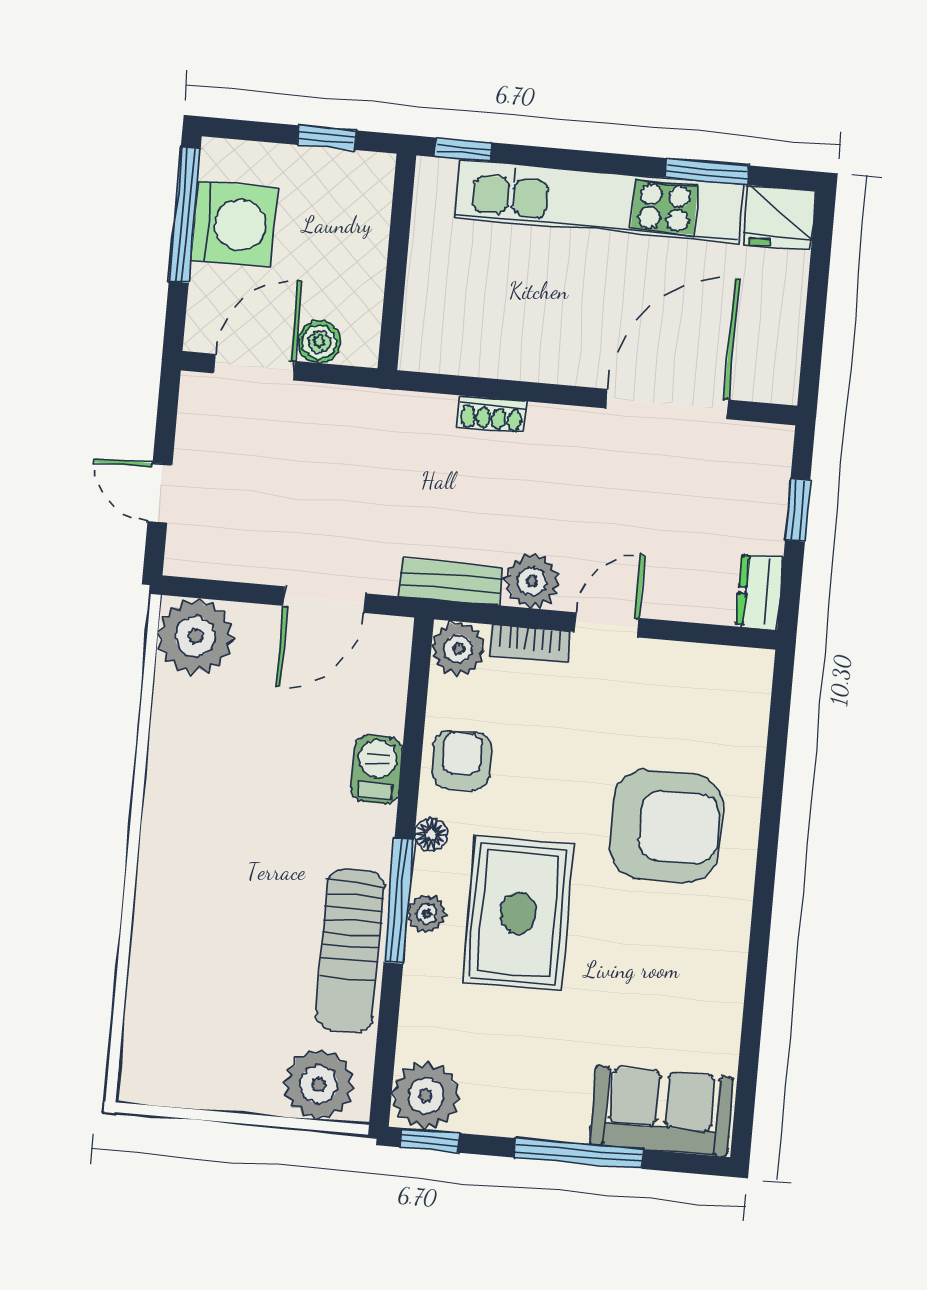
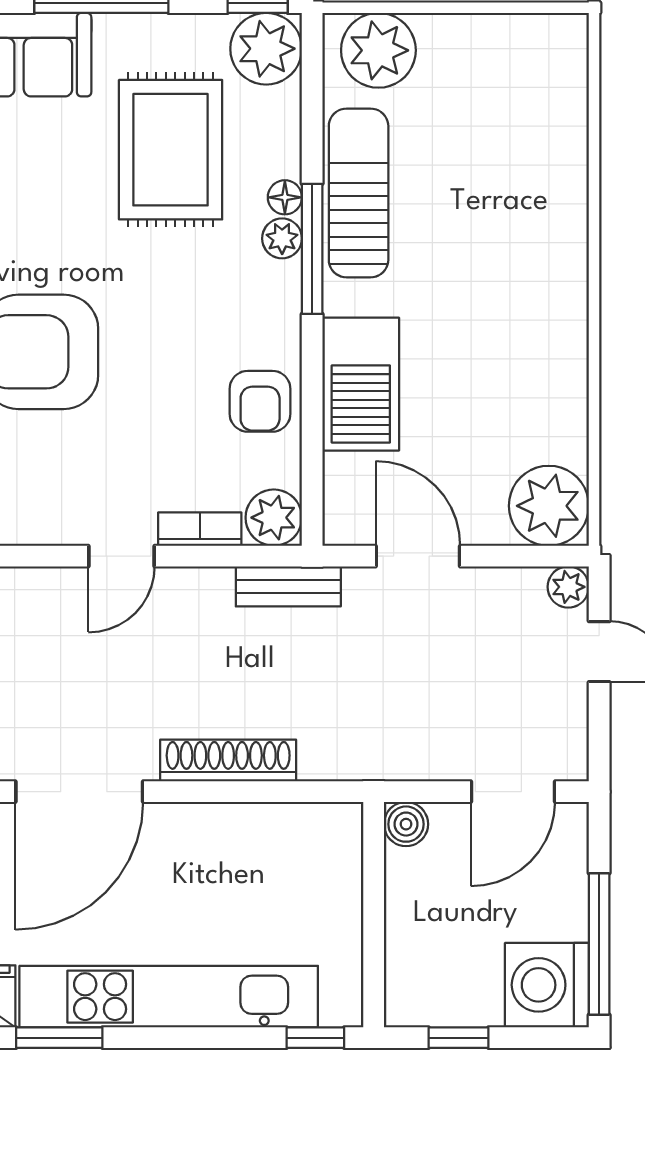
washing machine: (234, 224) -> (547, 985), moved
boiler: (319, 342) -> (406, 824), moved
shoe rack: (491, 414) -> (228, 761), width x1.94, depth x1.24
plant: (532, 581) -> (568, 587), moved, width x0.73, depth x0.73
door: (324, 600) -> (418, 556), hinge flipped
barbecue: (377, 769) -> (361, 384), width x1.88, depth x1.53
floor lamp: (431, 834) -> (285, 197), moved
rug: (518, 913) -> (171, 150), moved

